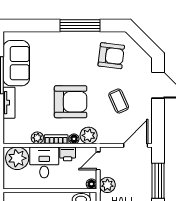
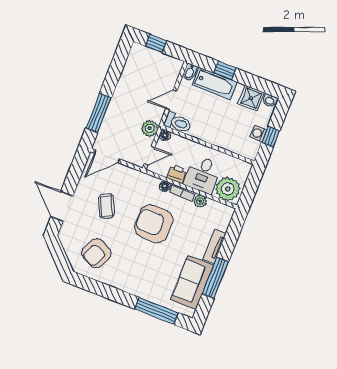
window: (80, 25) -> (157, 311), moved
armchair: (111, 56) -> (96, 253), turned -71
plant: (89, 135) -> (149, 184), removed

